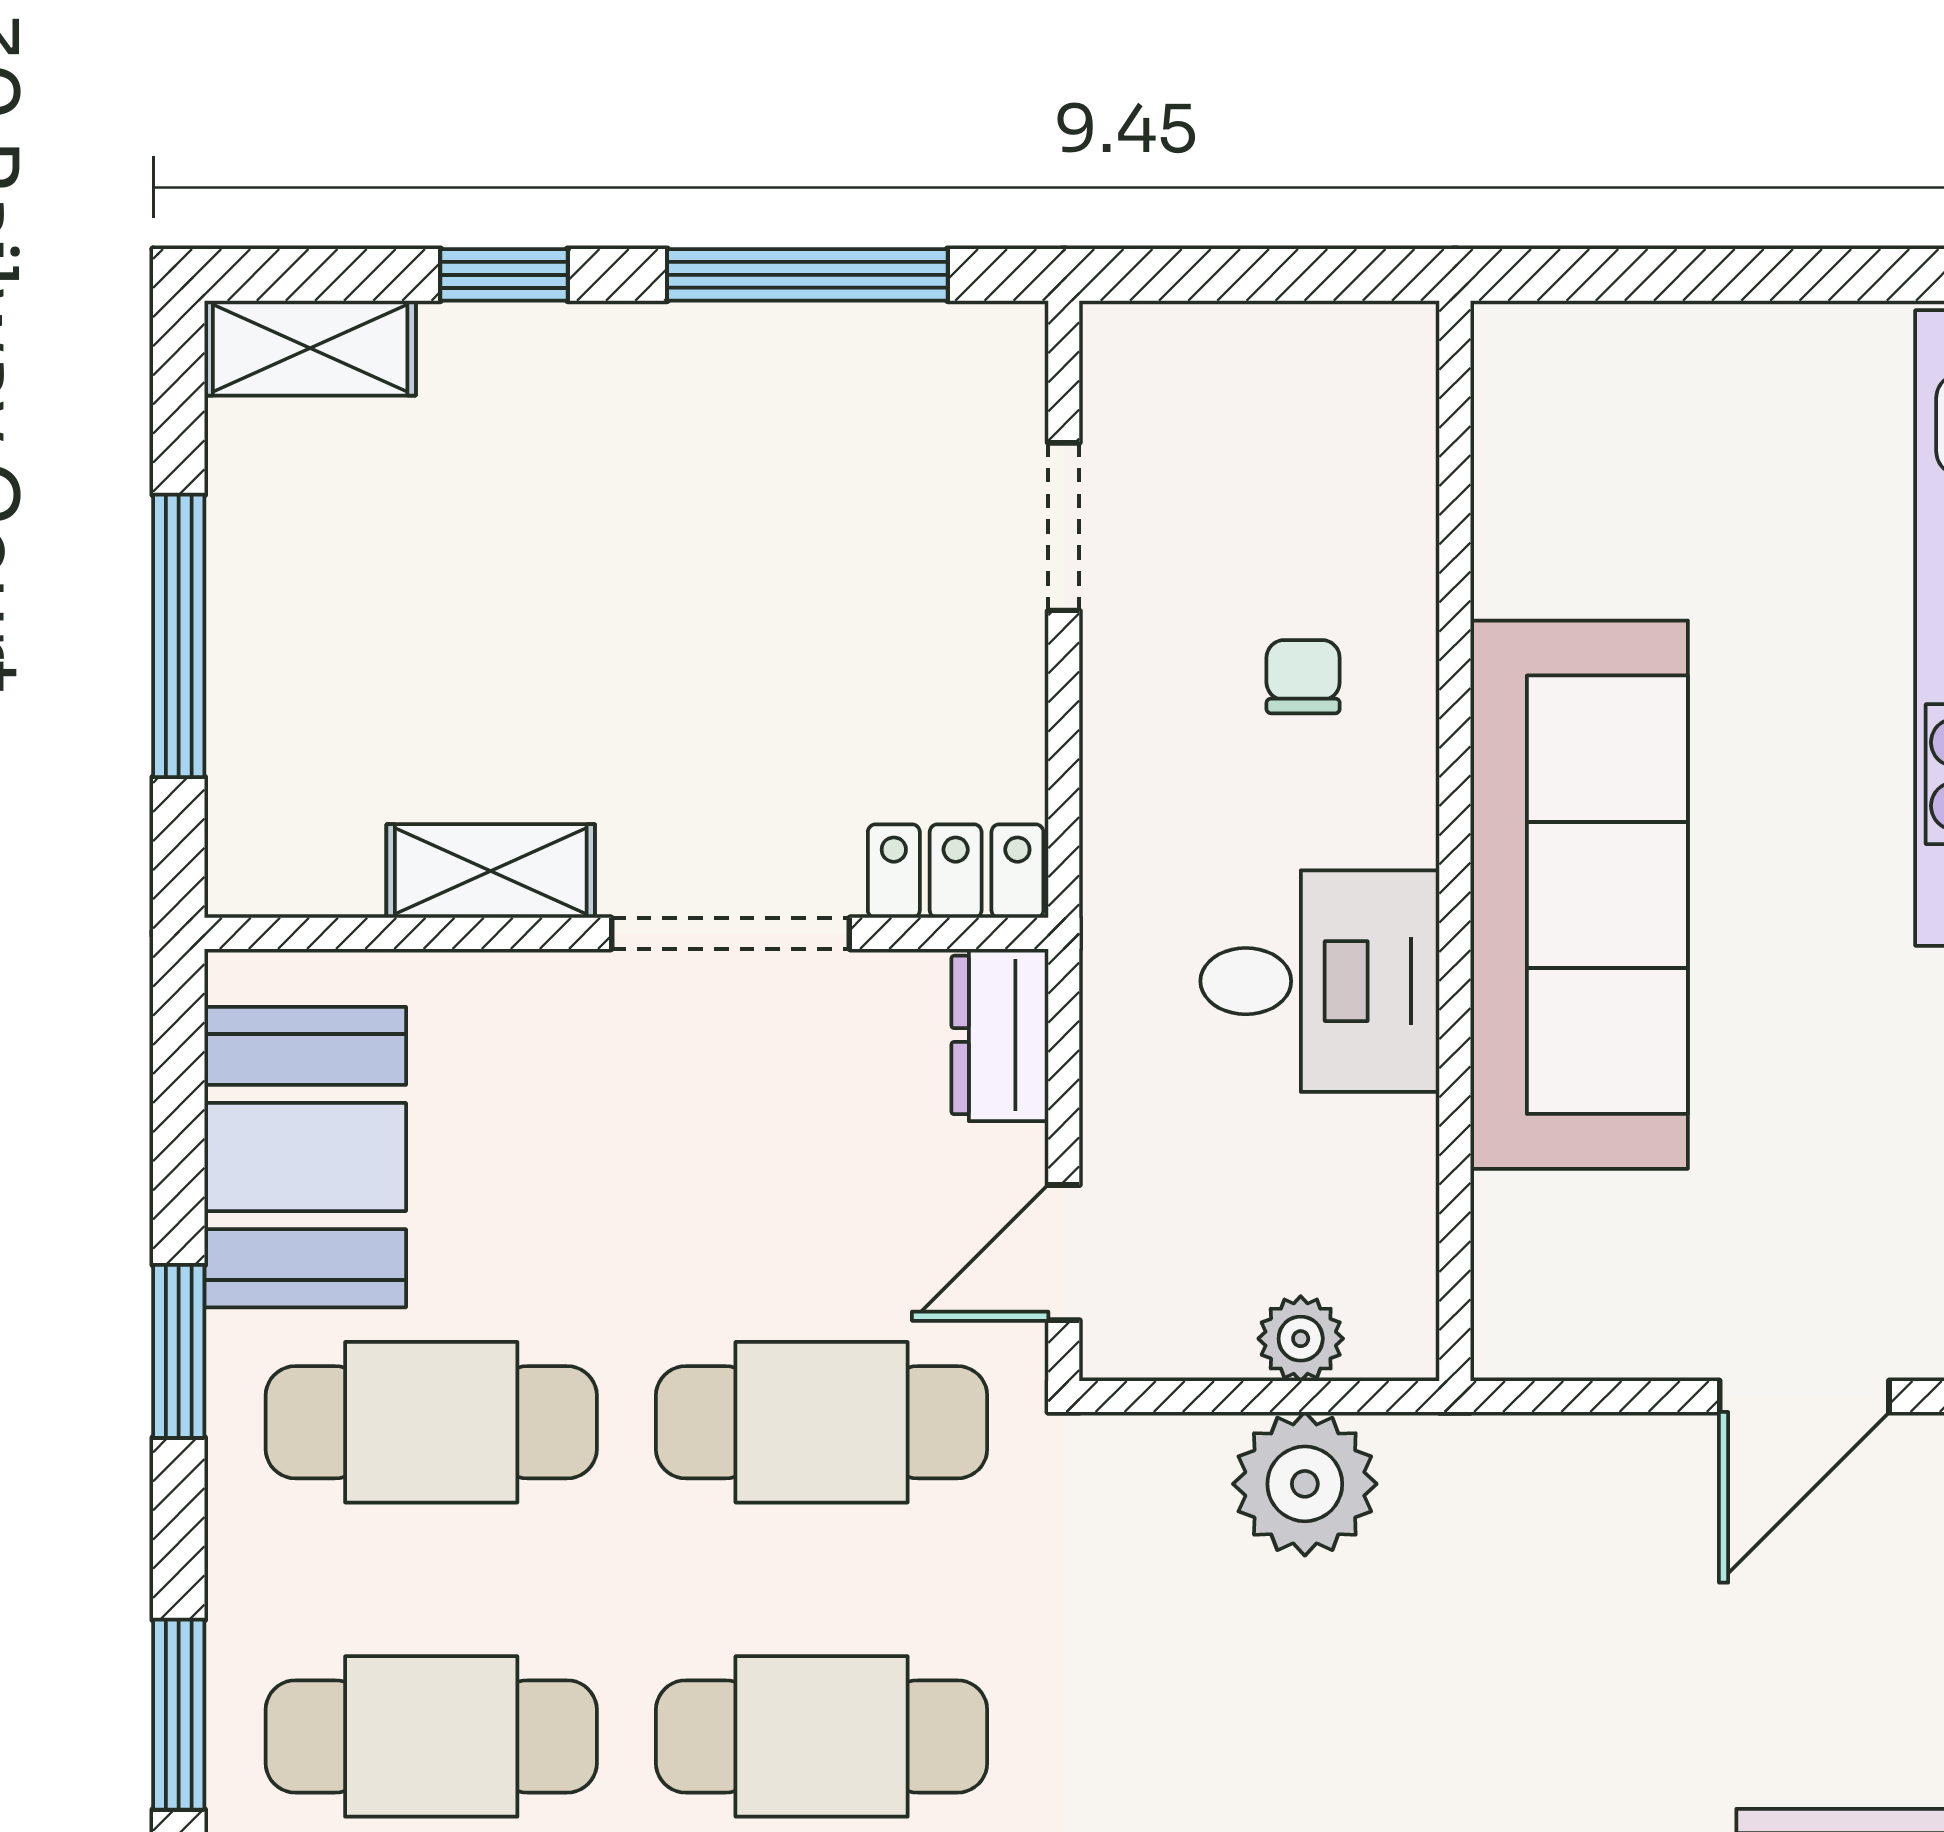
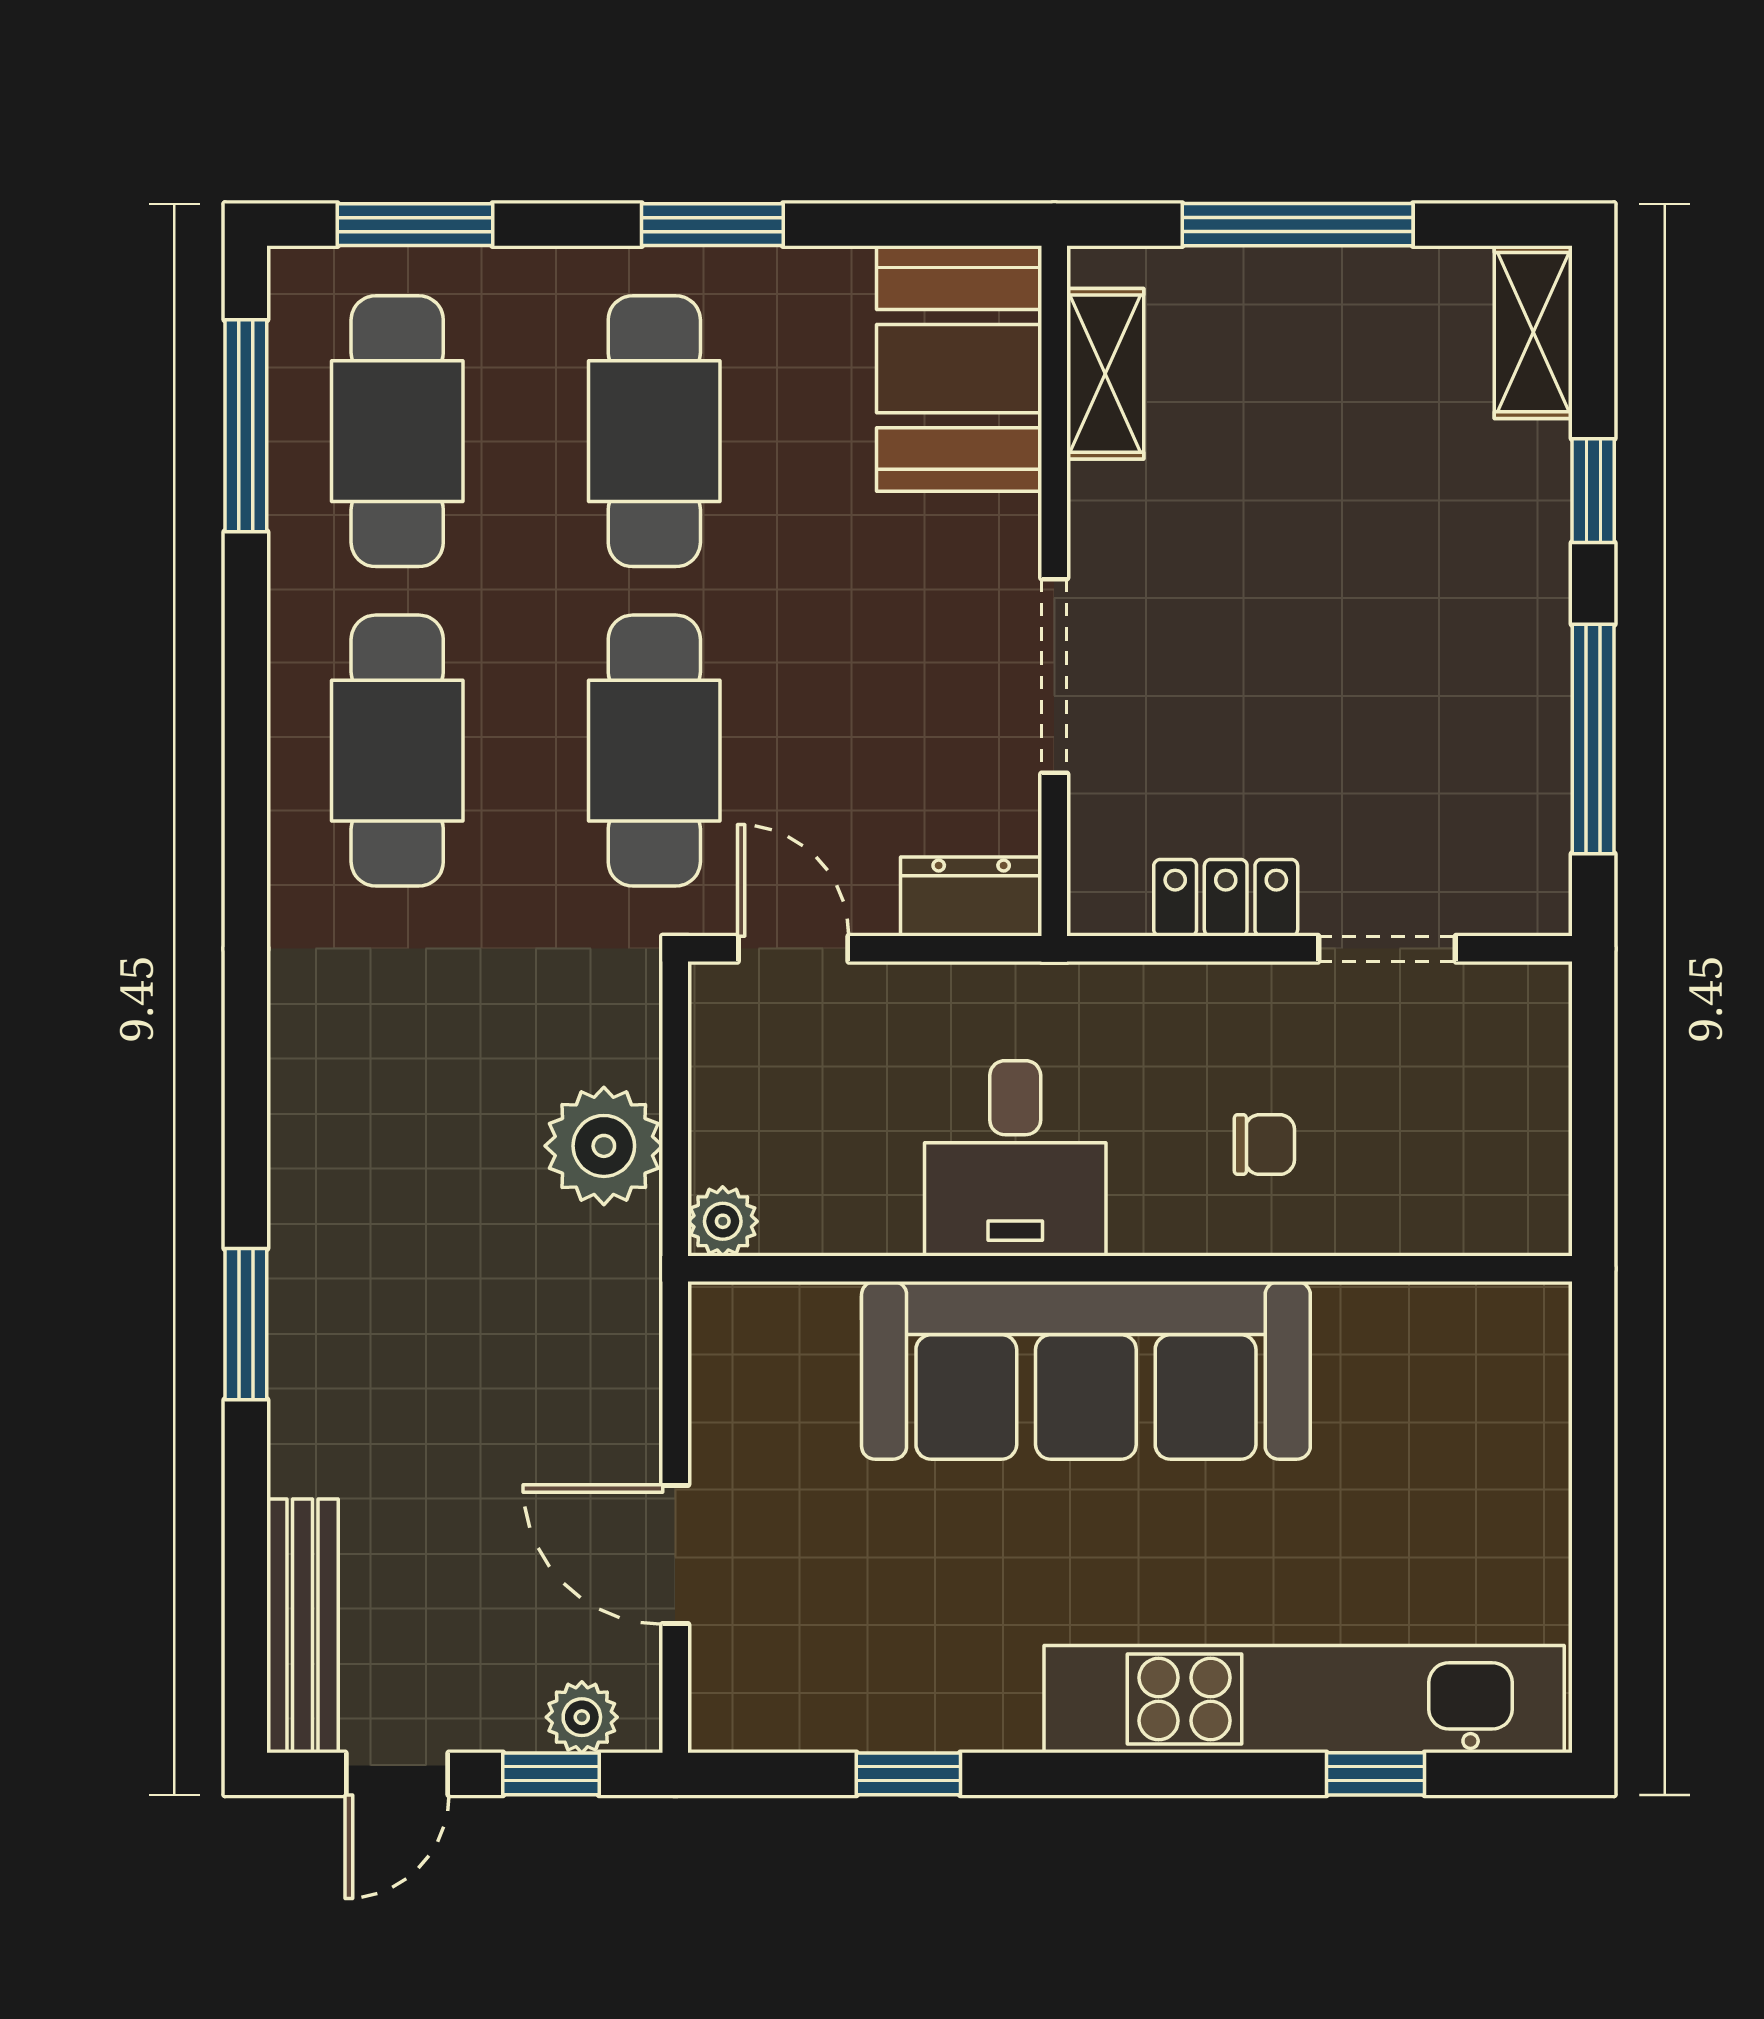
shelving: (491, 871) -> (1105, 374), moved
locker: (956, 871) -> (1226, 898), moved, turned -90
booth: (305, 1157) -> (959, 369), moved, turned 90
plant: (1301, 1339) -> (723, 1221), moved

